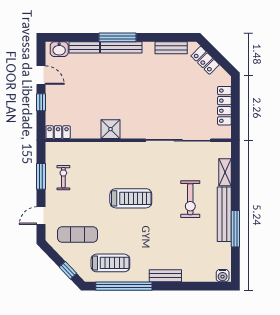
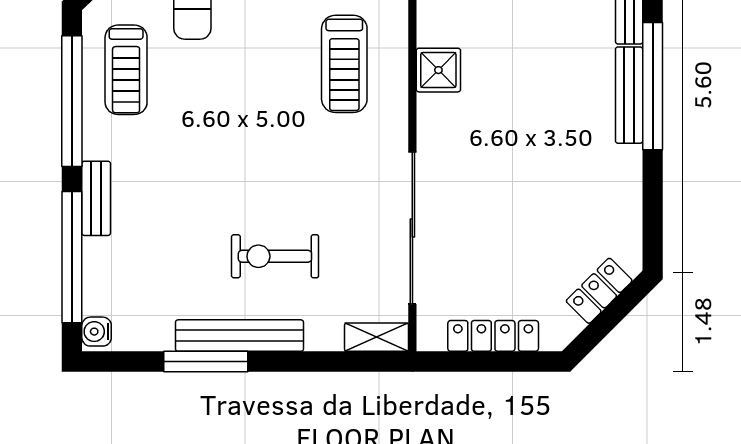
window: (117, 37) -> (653, 86), width x1.46
bench: (171, 48) -> (628, 212), removed
shelving: (225, 172) -> (377, 337), moved
treadmill: (131, 198) -> (344, 64), moved
window: (191, 286) -> (72, 257), added

